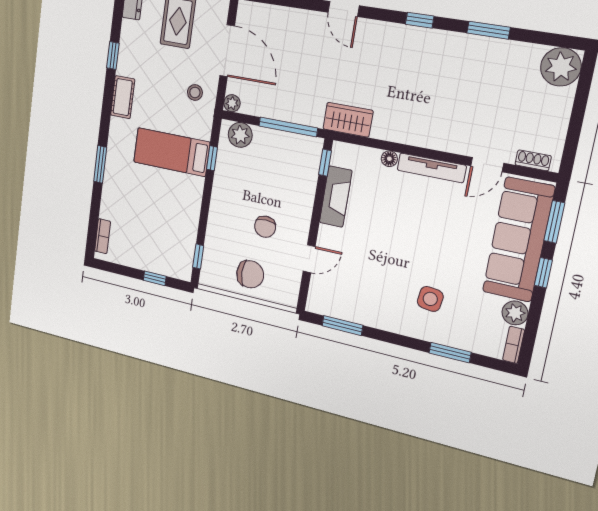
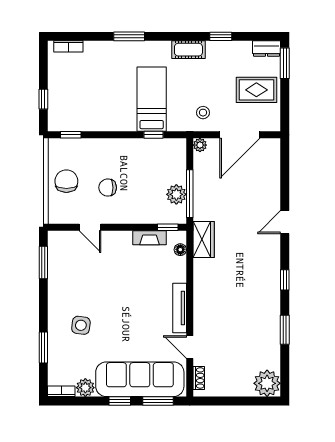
plant: (240, 135) -> (176, 194), moved
floor lamp: (389, 159) -> (180, 250), moved
fireplace: (336, 197) -> (149, 238), width x0.73, depth x0.76
chair: (250, 274) -> (66, 181), turned 180

